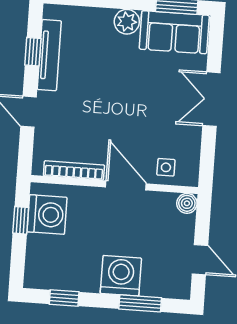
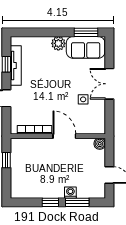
side table: (166, 167) -> (83, 99), moved
washing machine: (47, 215) -> (21, 156), removed
washing machine: (121, 276) -> (70, 193), width x0.53, depth x0.53
window: (64, 298) -> (50, 202), moved

